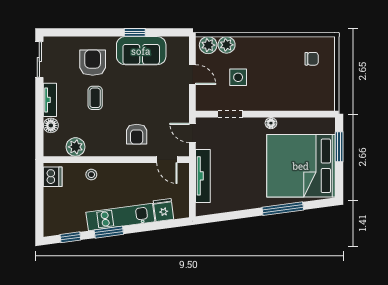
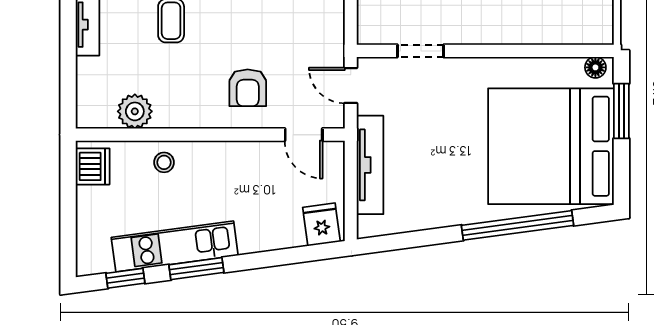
floor lamp: (271, 123) -> (595, 67), moved
floor lamp: (51, 125) -> (89, 72), removed
window: (283, 209) -> (518, 225), width x1.46
fridge: (163, 210) -> (322, 224), moved
kitchen unit: (120, 217) -> (175, 246), moved

